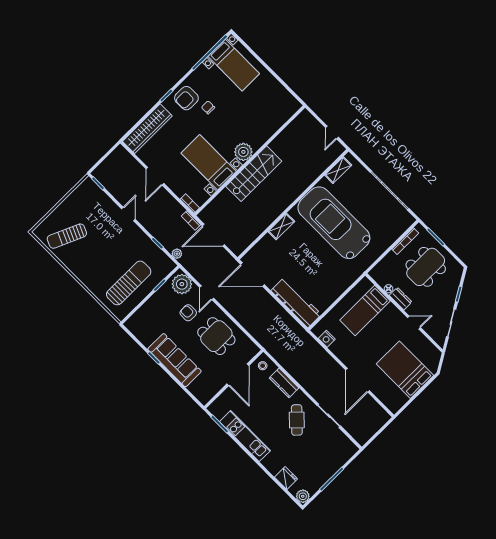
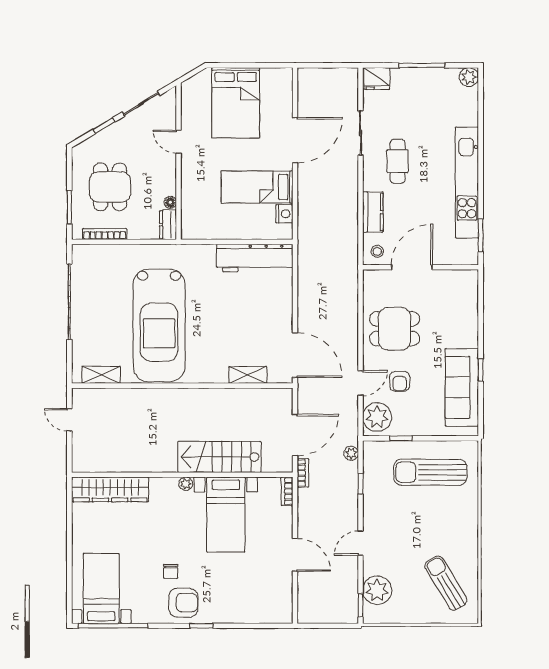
wardrobe: (147, 129) -> (110, 489), moved, turned 180
door: (332, 132) -> (69, 420), swing flipped
plant: (243, 152) -> (186, 484), width x0.53, depth x0.53
stairs: (254, 174) -> (219, 457), moved
door: (155, 176) -> (295, 555), hinge flipped
plant: (97, 199) -> (377, 590), added
shelving: (281, 226) -> (248, 375), moved
door: (213, 235) -> (295, 435), hinge flipped
sun lounger: (67, 236) -> (446, 583), turned -145
dining table: (426, 267) -> (110, 187), width x0.73
dresser: (401, 299) -> (168, 225), moved
workbench: (296, 303) -> (255, 258), moved, turned -90
bed: (365, 311) -> (257, 187), moved, turned 180
dining table: (216, 336) -> (395, 329), turned 90
sofa: (175, 360) -> (462, 387), moved
cafe table: (297, 420) -> (398, 161), turned -44
kitchen unit: (245, 436) -> (467, 183), width x1.36
fridge: (286, 478) -> (377, 79), moved, turned -90

